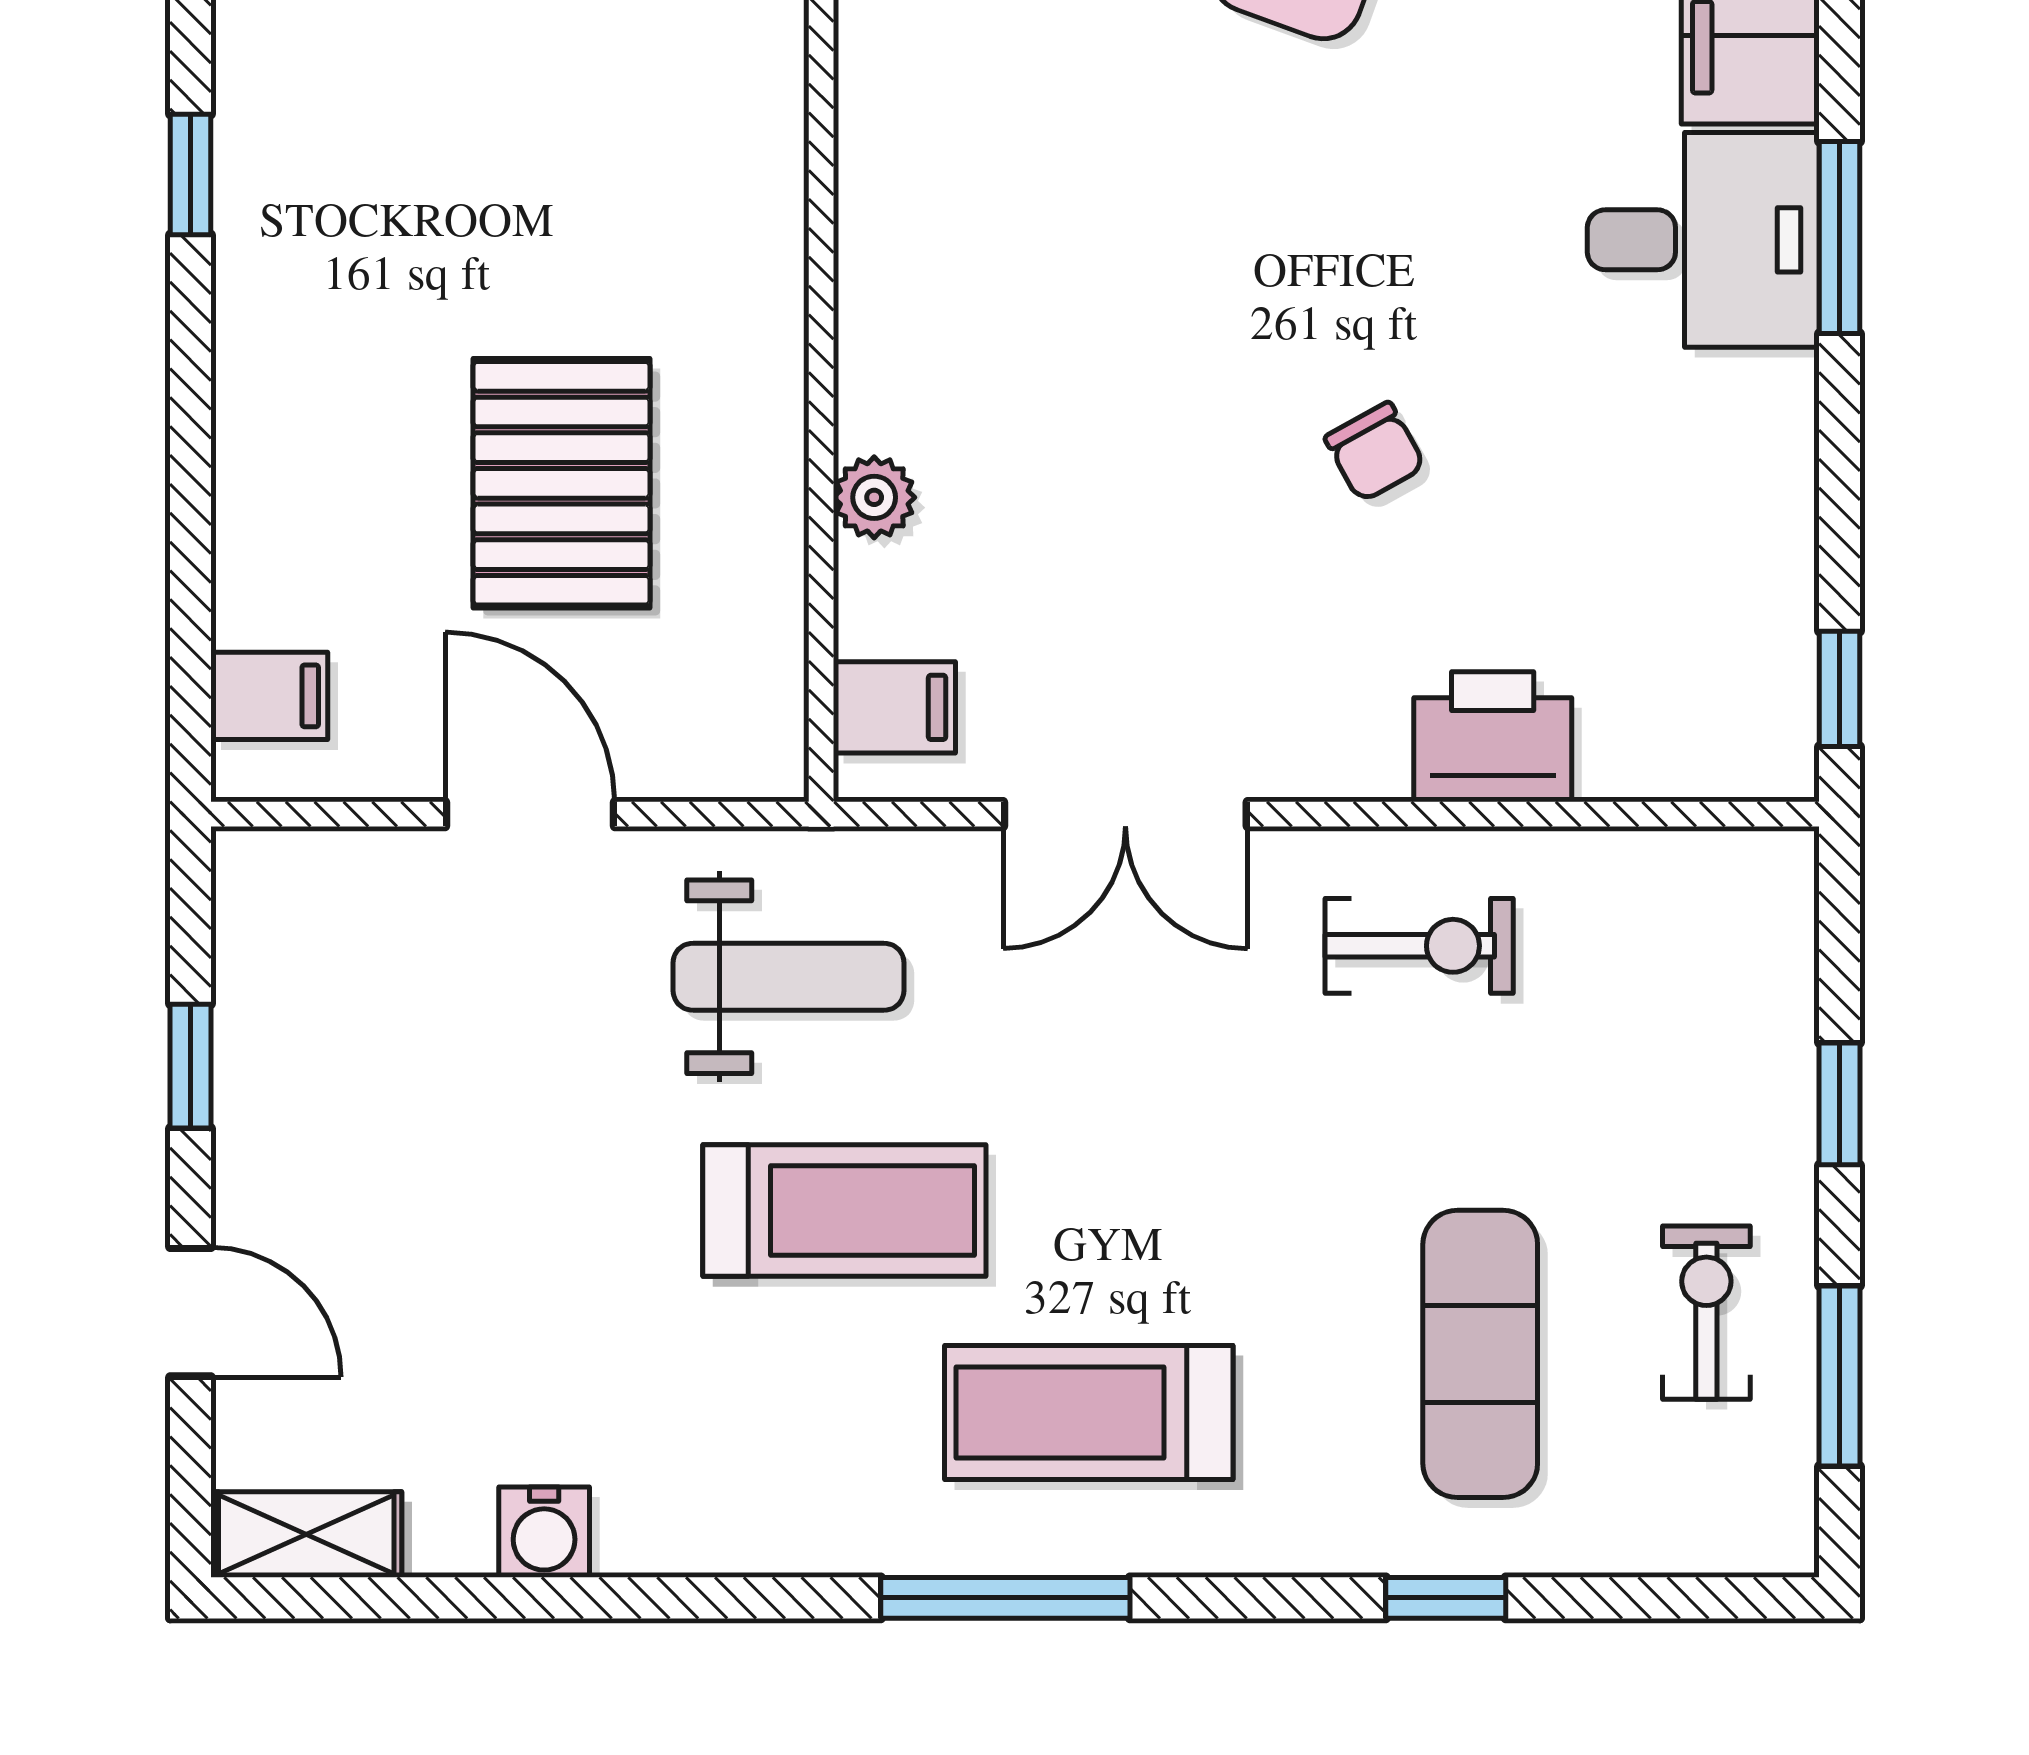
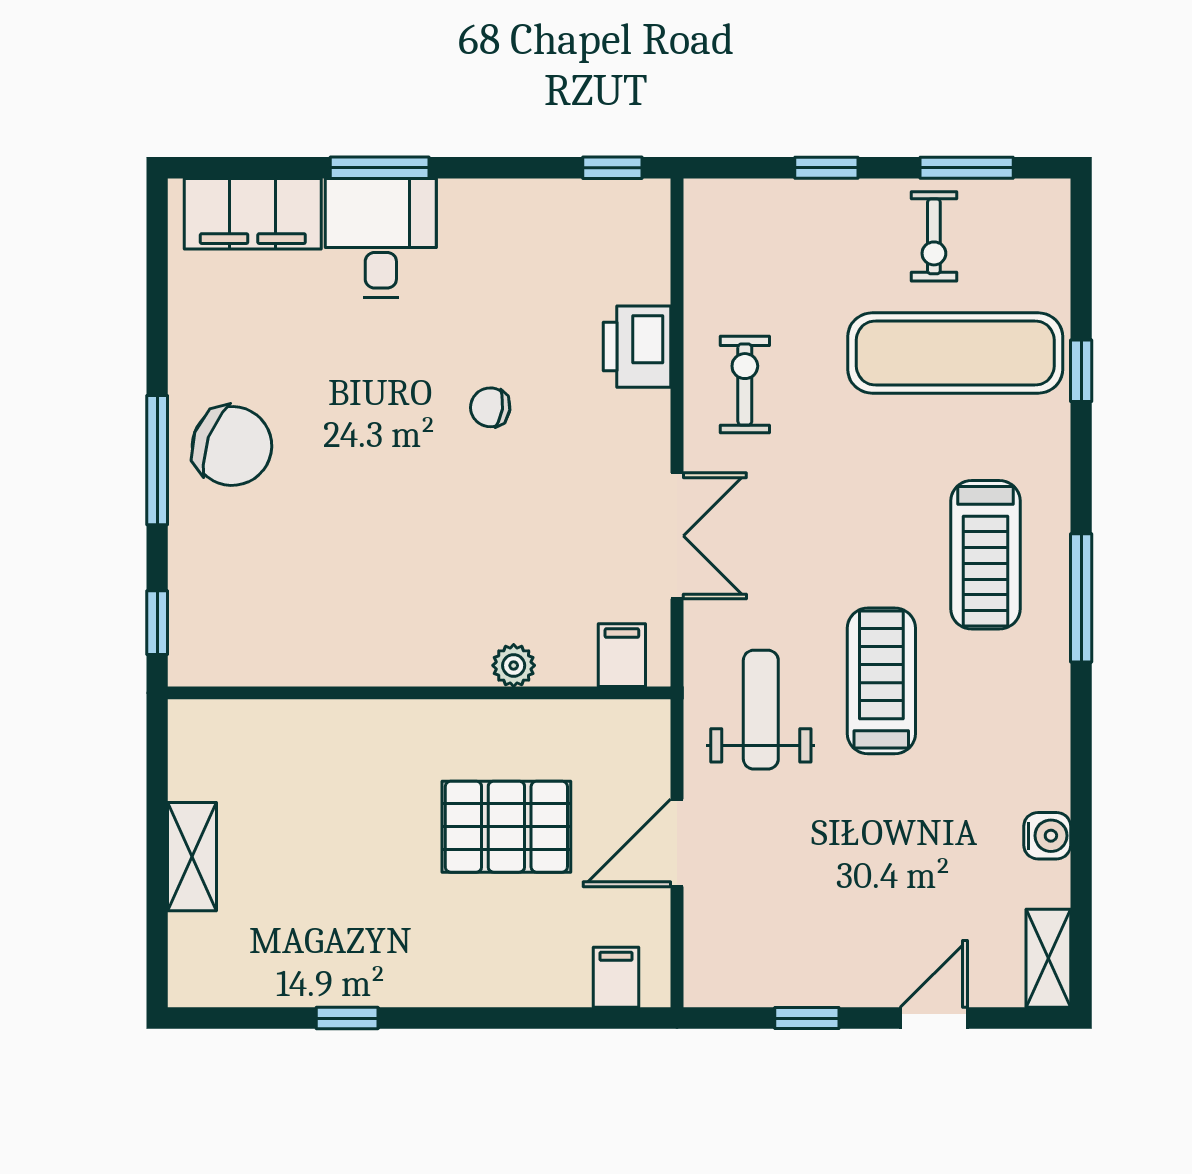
chair: (1375, 452) -> (490, 407), turned -143
exercise bike: (1706, 1313) -> (934, 236), turned -90
exercise mat: (1480, 1354) -> (955, 353), width x1.36, depth x1.45

